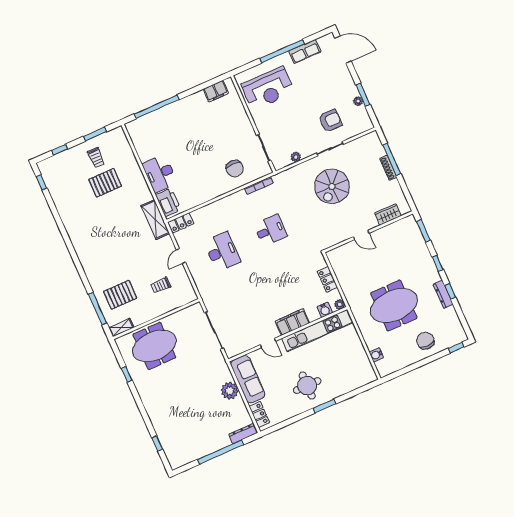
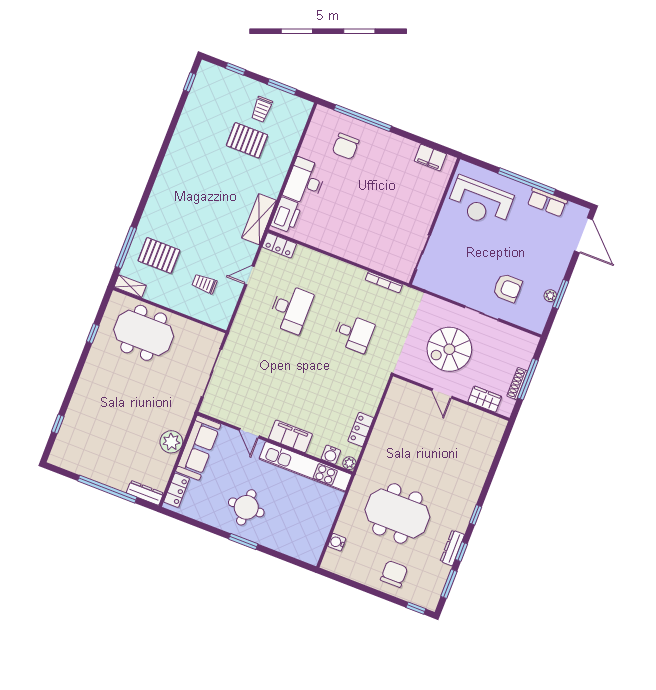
plant: (296, 157) -> (443, 290), removed
chair: (235, 169) -> (346, 146), moved
wardrobe: (388, 214) -> (485, 399), moved
window: (423, 231) -> (449, 584), moved
wall: (368, 232) -> (451, 397), moved
door: (361, 235) -> (442, 393), moved

